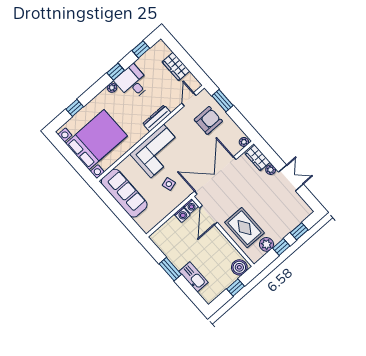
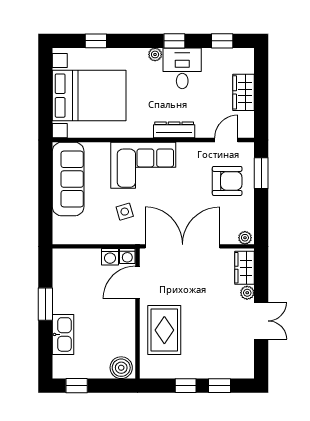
plant: (266, 244) -> (172, 369), removed
window: (236, 288) -> (77, 386), moved

